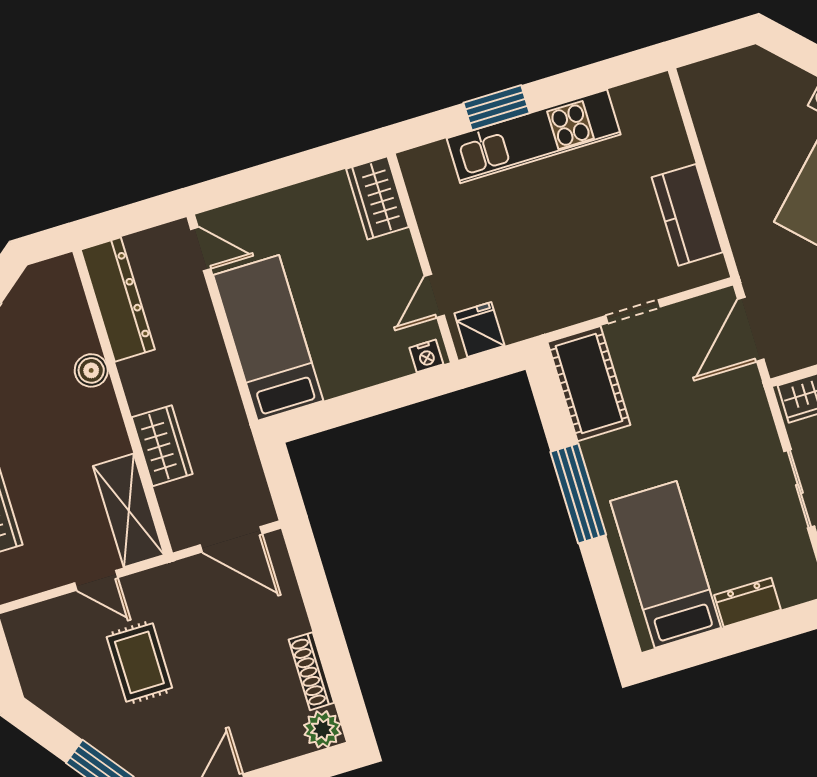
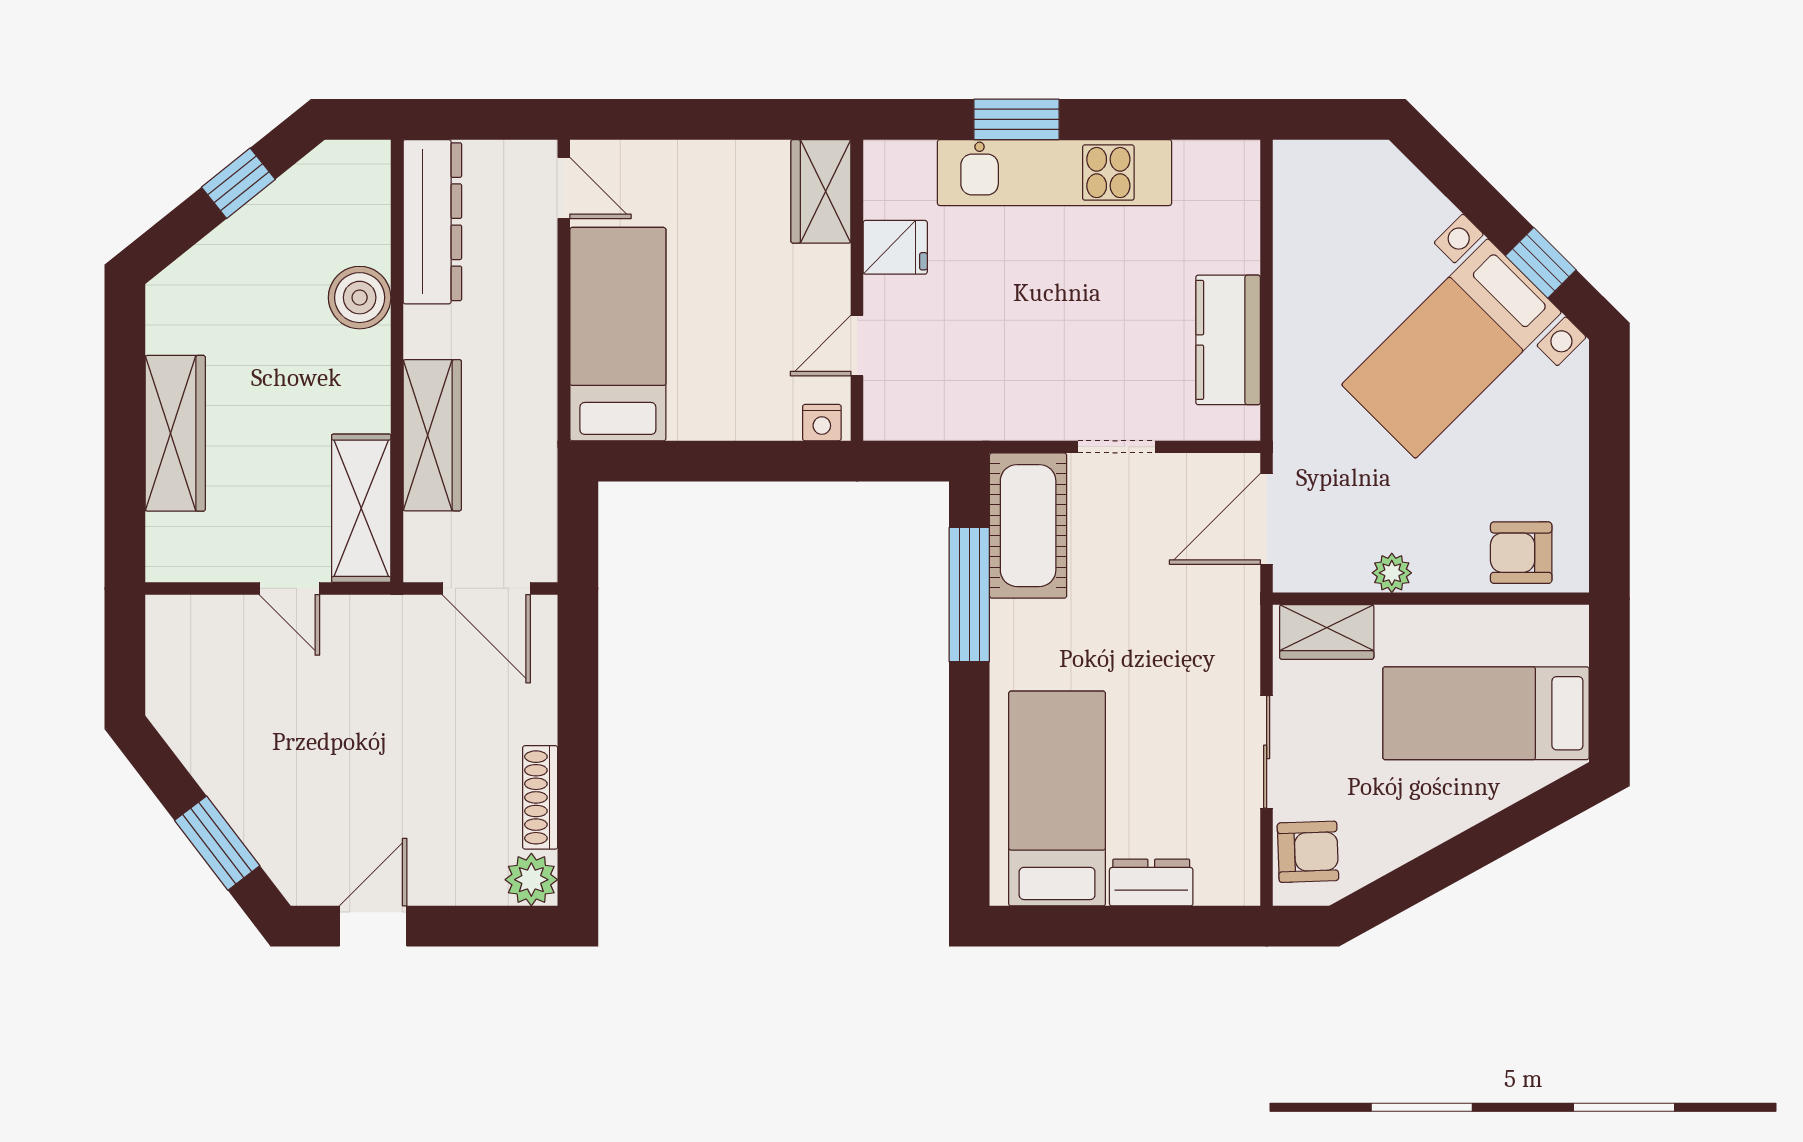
fridge: (479, 329) -> (895, 247), moved, turned 90
boiler: (91, 370) -> (360, 298), width x1.36, depth x1.36
wardrobe: (162, 446) -> (432, 435), width x1.50
window: (578, 493) -> (969, 595), moved
rug: (139, 662) -> (314, 716), removed

